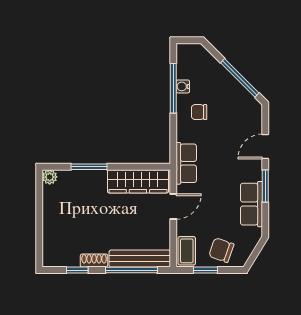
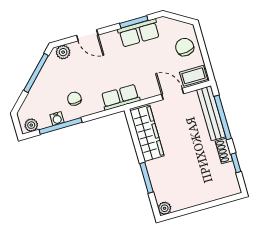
plant: (184, 56) -> (31, 125), added
chair: (199, 112) -> (74, 99), turned 180
plant: (254, 114) -> (63, 52), added
window: (265, 186) -> (134, 22), moved
door: (173, 207) -> (173, 94), moved
chair: (221, 250) -> (185, 47), turned 152
window: (205, 270) -> (205, 56), removed

